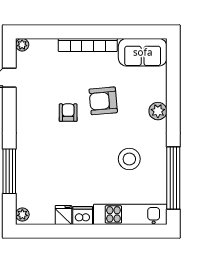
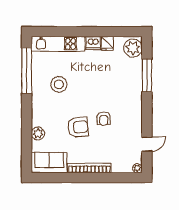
plant: (158, 111) -> (38, 133), moved
plant: (22, 215) -> (133, 48), width x1.87, depth x1.87

